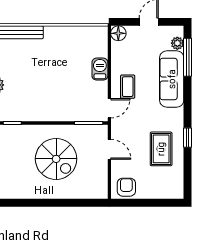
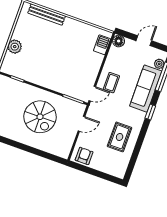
barbecue: (100, 69) -> (102, 45), moved
window: (188, 138) -> (150, 112), moved
door: (109, 149) -> (81, 124), hinge flipped

